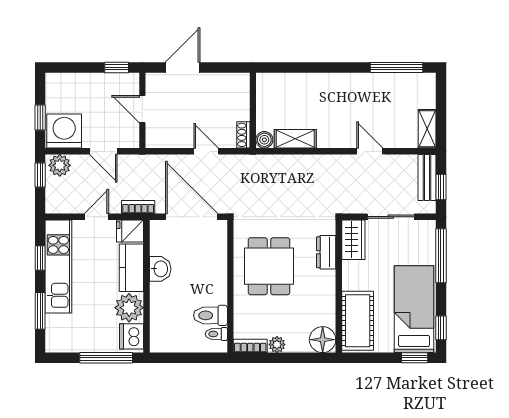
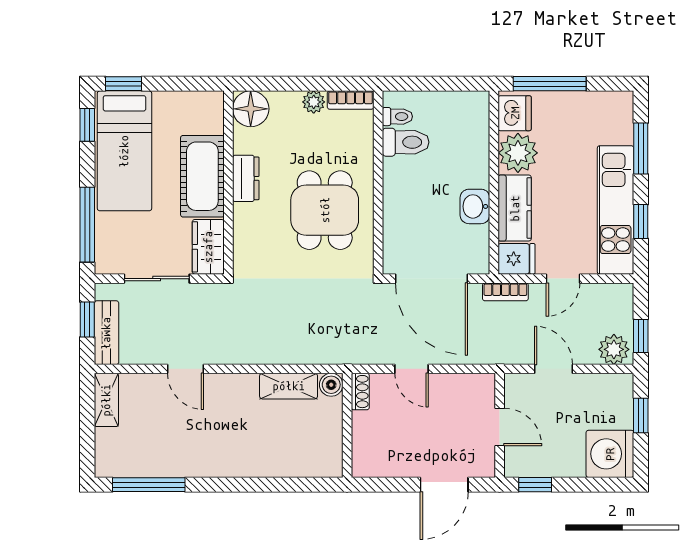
washing machine: (64, 131) -> (610, 454), moved, turned 90
dresser: (326, 252) -> (246, 178), moved
cot: (358, 321) -> (202, 176), moved

